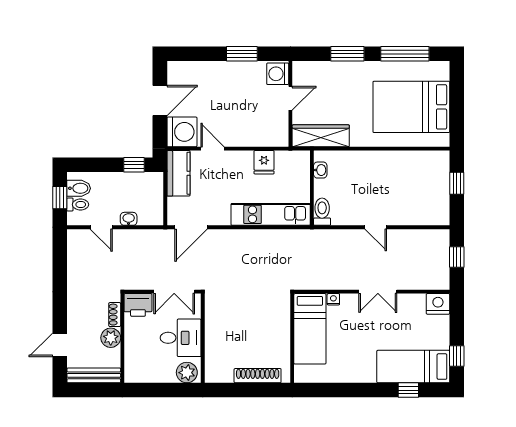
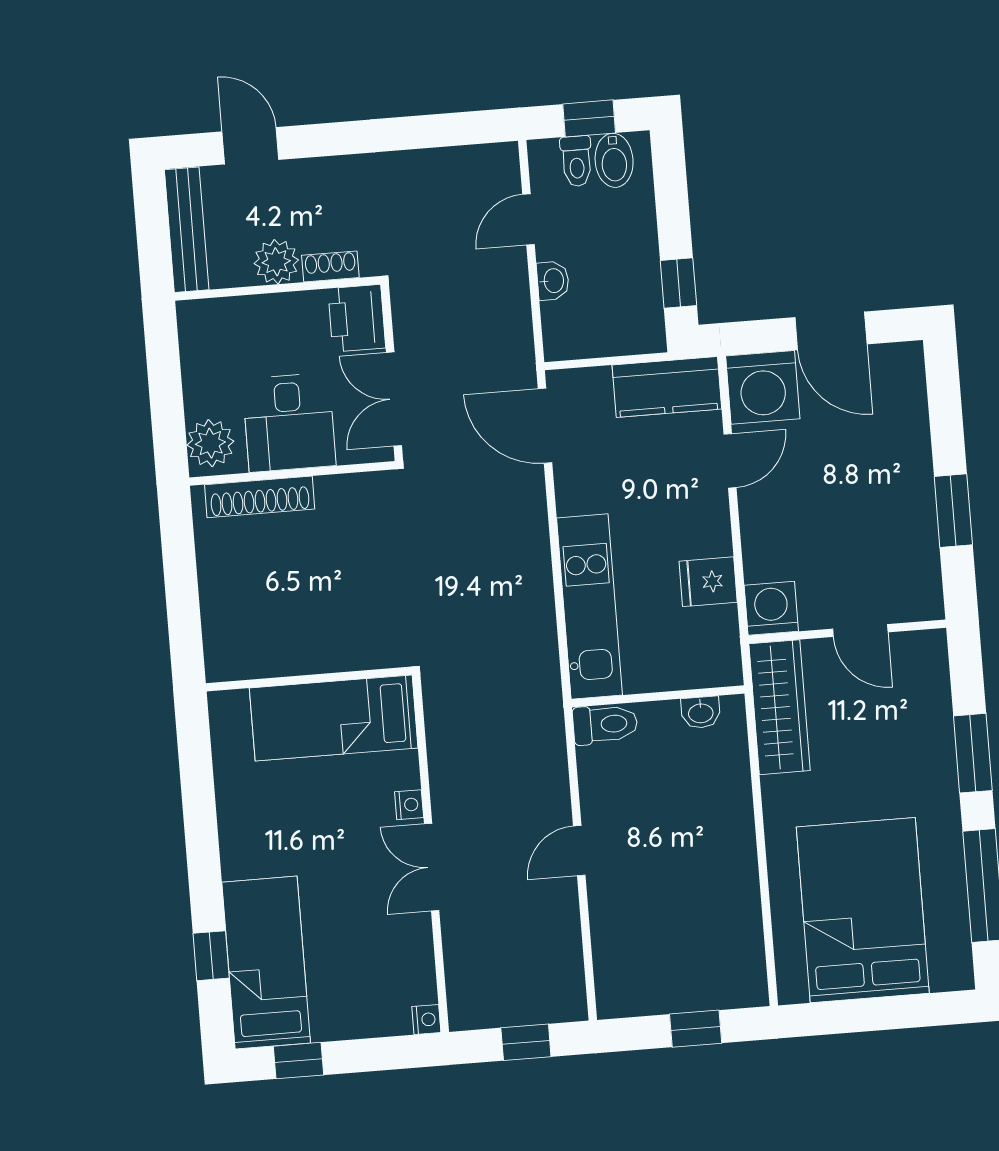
washing machine: (278, 74) -> (771, 608), moved
nightstand: (333, 299) -> (409, 805), moved
nightstand: (438, 304) -> (426, 1019), width x0.53, depth x0.56
shoe rack: (258, 376) -> (260, 497), moved, turned 90

